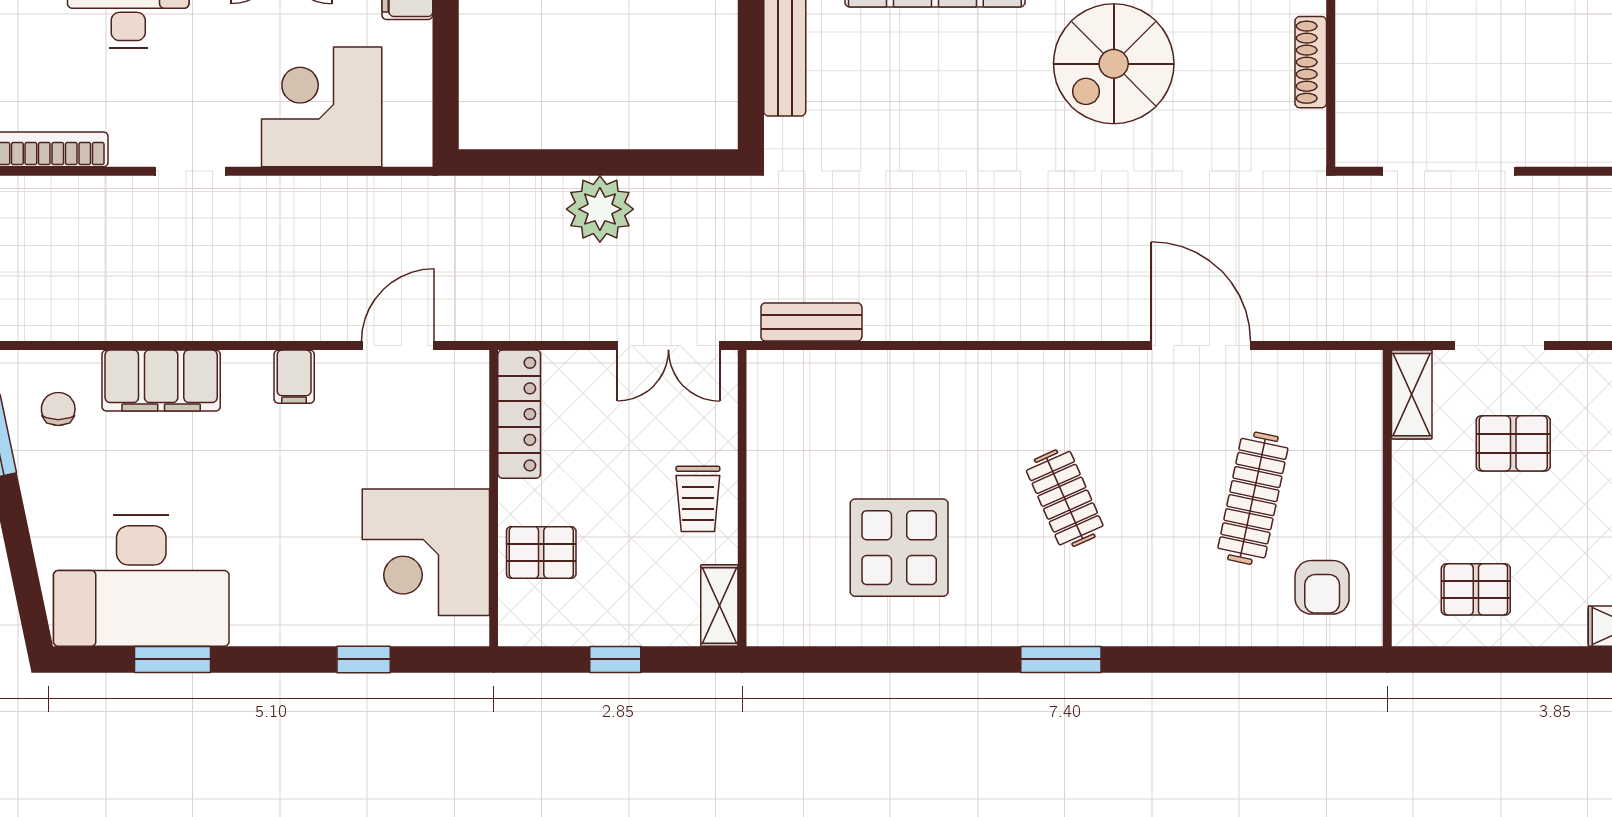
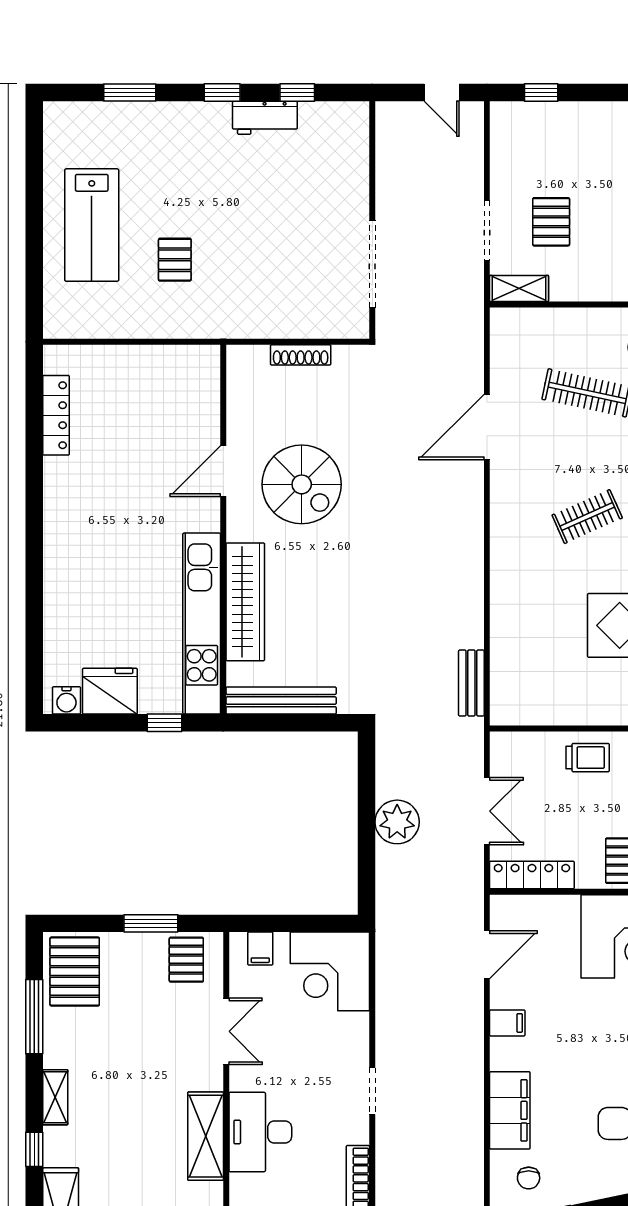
corner desk: (322, 107) -> (330, 971), moved
door: (398, 346) -> (487, 955), swing flipped
double door: (668, 346) -> (487, 811), moved
chair: (58, 409) -> (529, 1178), turned -90

